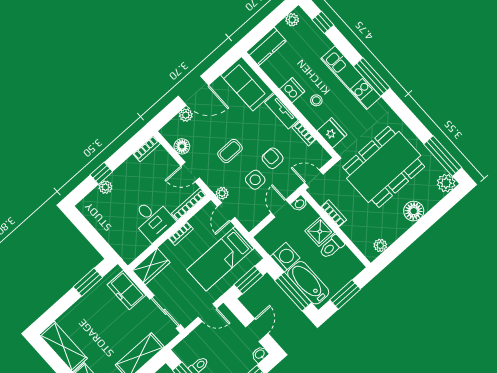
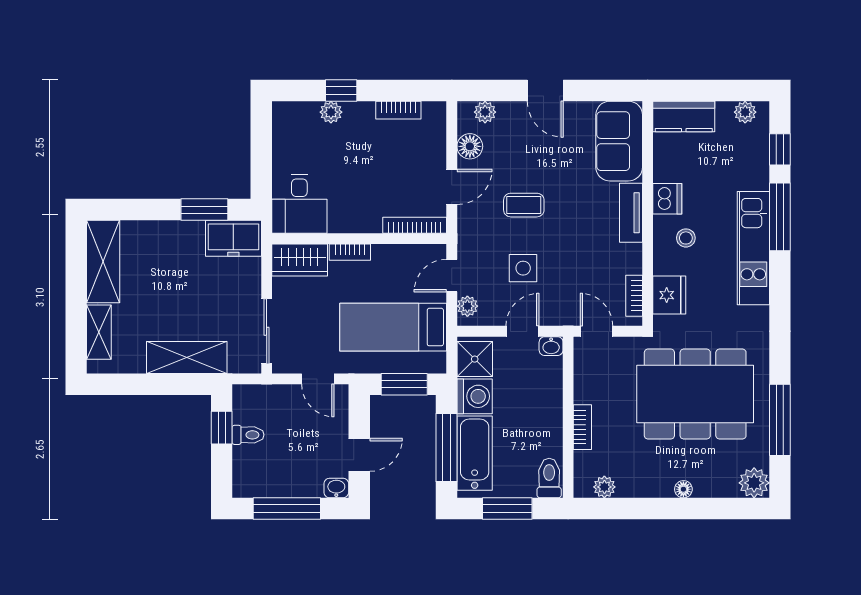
window: (372, 77) -> (780, 217), moved
door: (193, 91) -> (545, 90), width x0.73
plant: (186, 115) -> (485, 112), moved
bookcase: (304, 133) -> (634, 296), moved
bookcase: (147, 149) -> (398, 110), moved
window: (443, 156) -> (780, 420), moved
armchair: (273, 158) -> (568, 261), removed
door: (190, 172) -> (452, 187), swing flipped
plant: (222, 193) -> (467, 306), moved
floor lamp: (414, 211) -> (683, 489), width x0.53, depth x0.53
bookcase: (334, 213) -> (582, 427), moved
desk: (153, 219) -> (299, 204), moved
shower: (320, 232) -> (475, 359), moved
bookcase: (181, 234) -> (350, 252), moved
toilet: (332, 247) -> (549, 478), moved, turned 90
freezer: (126, 290) -> (233, 238), moved, turned -90

